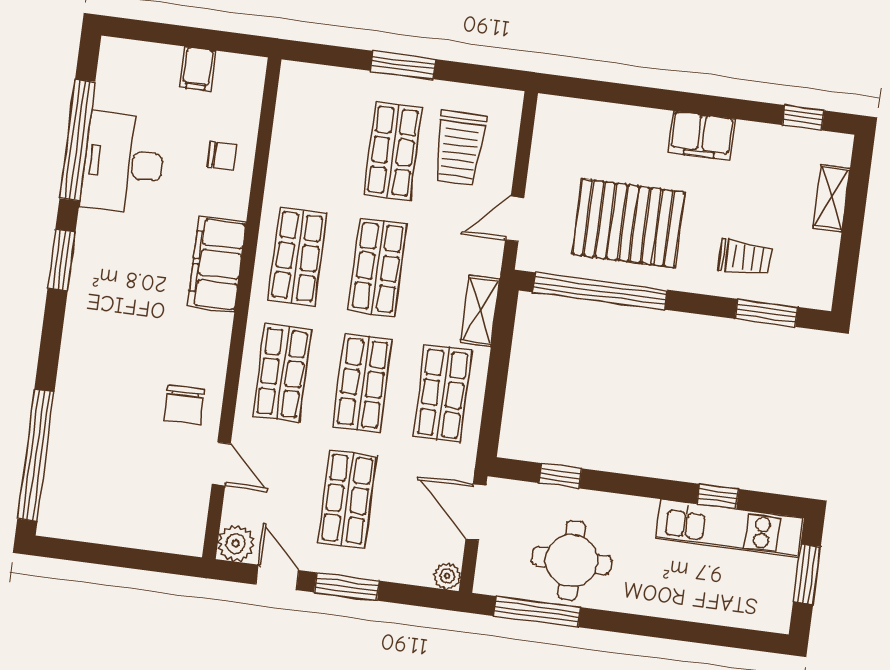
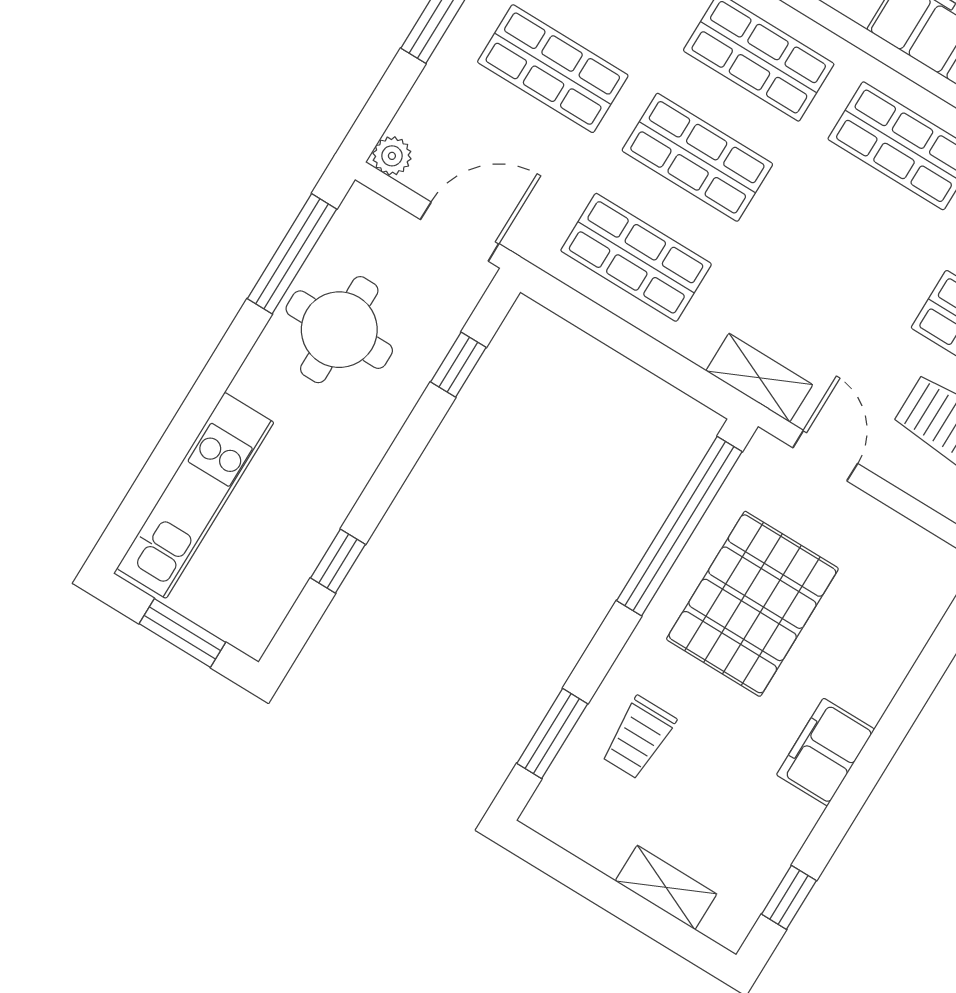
shop shelf: (378, 267) -> (842, 246), removed
shelving: (480, 311) -> (759, 378), moved
kitchen unit: (729, 528) -> (195, 495), moved, turned 180

